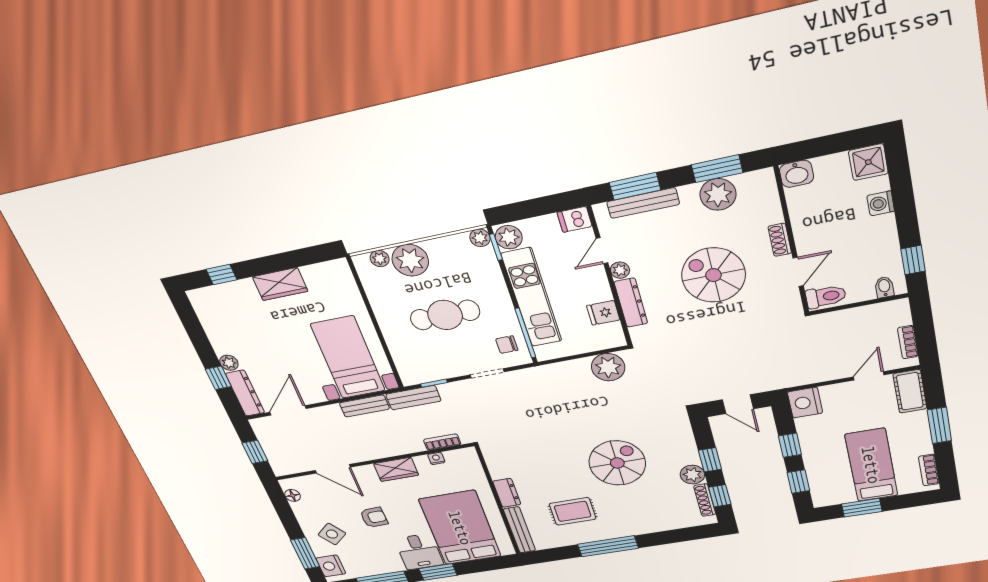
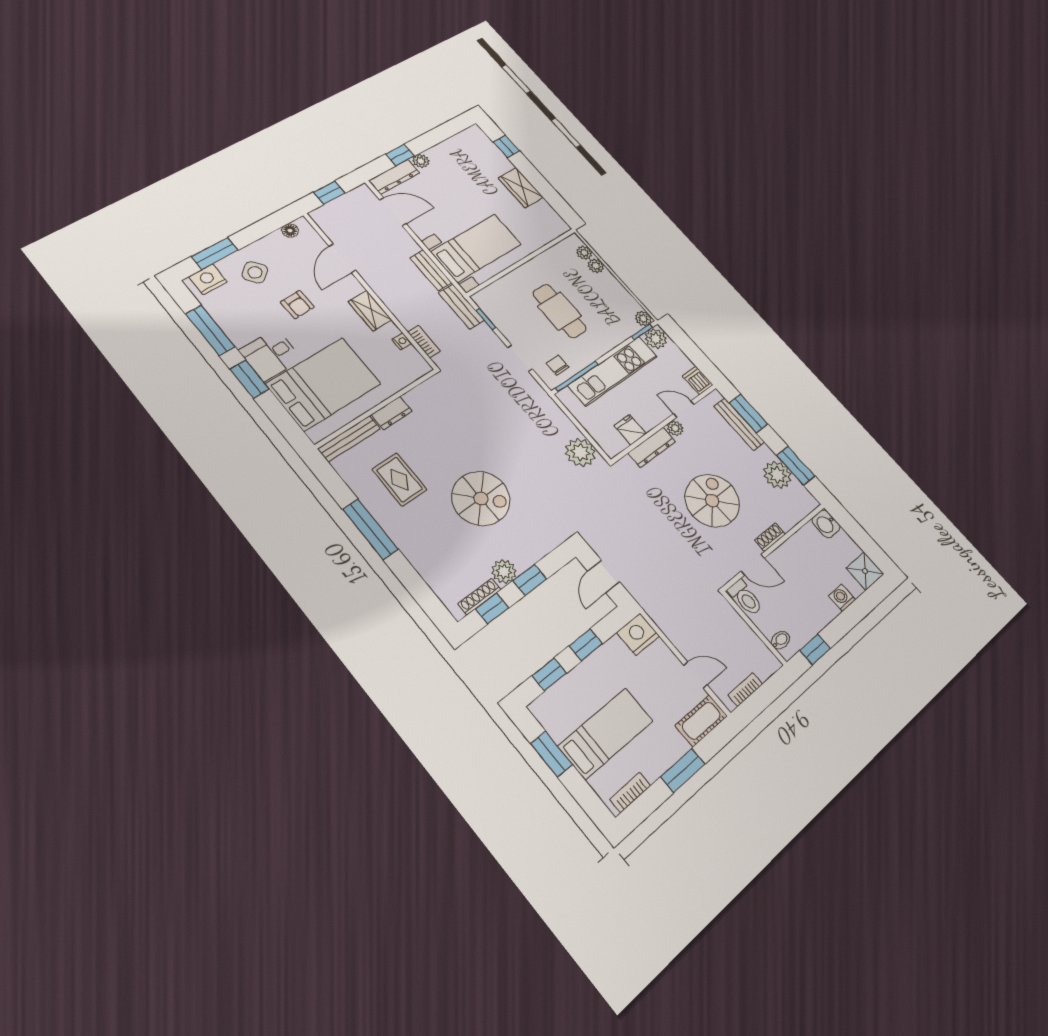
plant: (410, 260) -> (596, 266), width x0.53, depth x0.53

